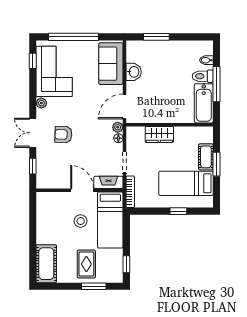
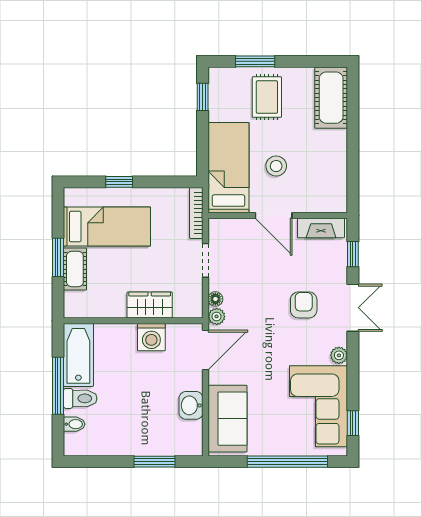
washing machine: (158, 114) -> (151, 337), added
armchair: (63, 134) -> (304, 305), turned -92
fireplace: (108, 182) -> (321, 228), moved

